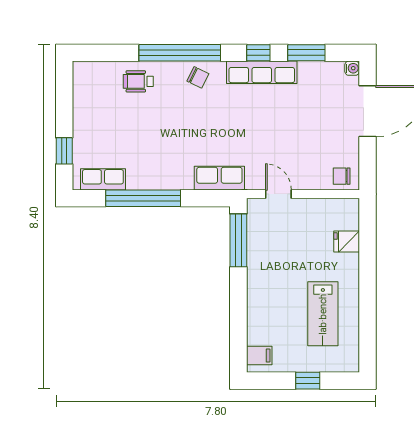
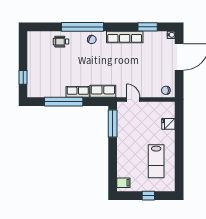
window: (258, 53) -> (123, 27), removed
row of seats: (103, 179) -> (78, 92), moved

